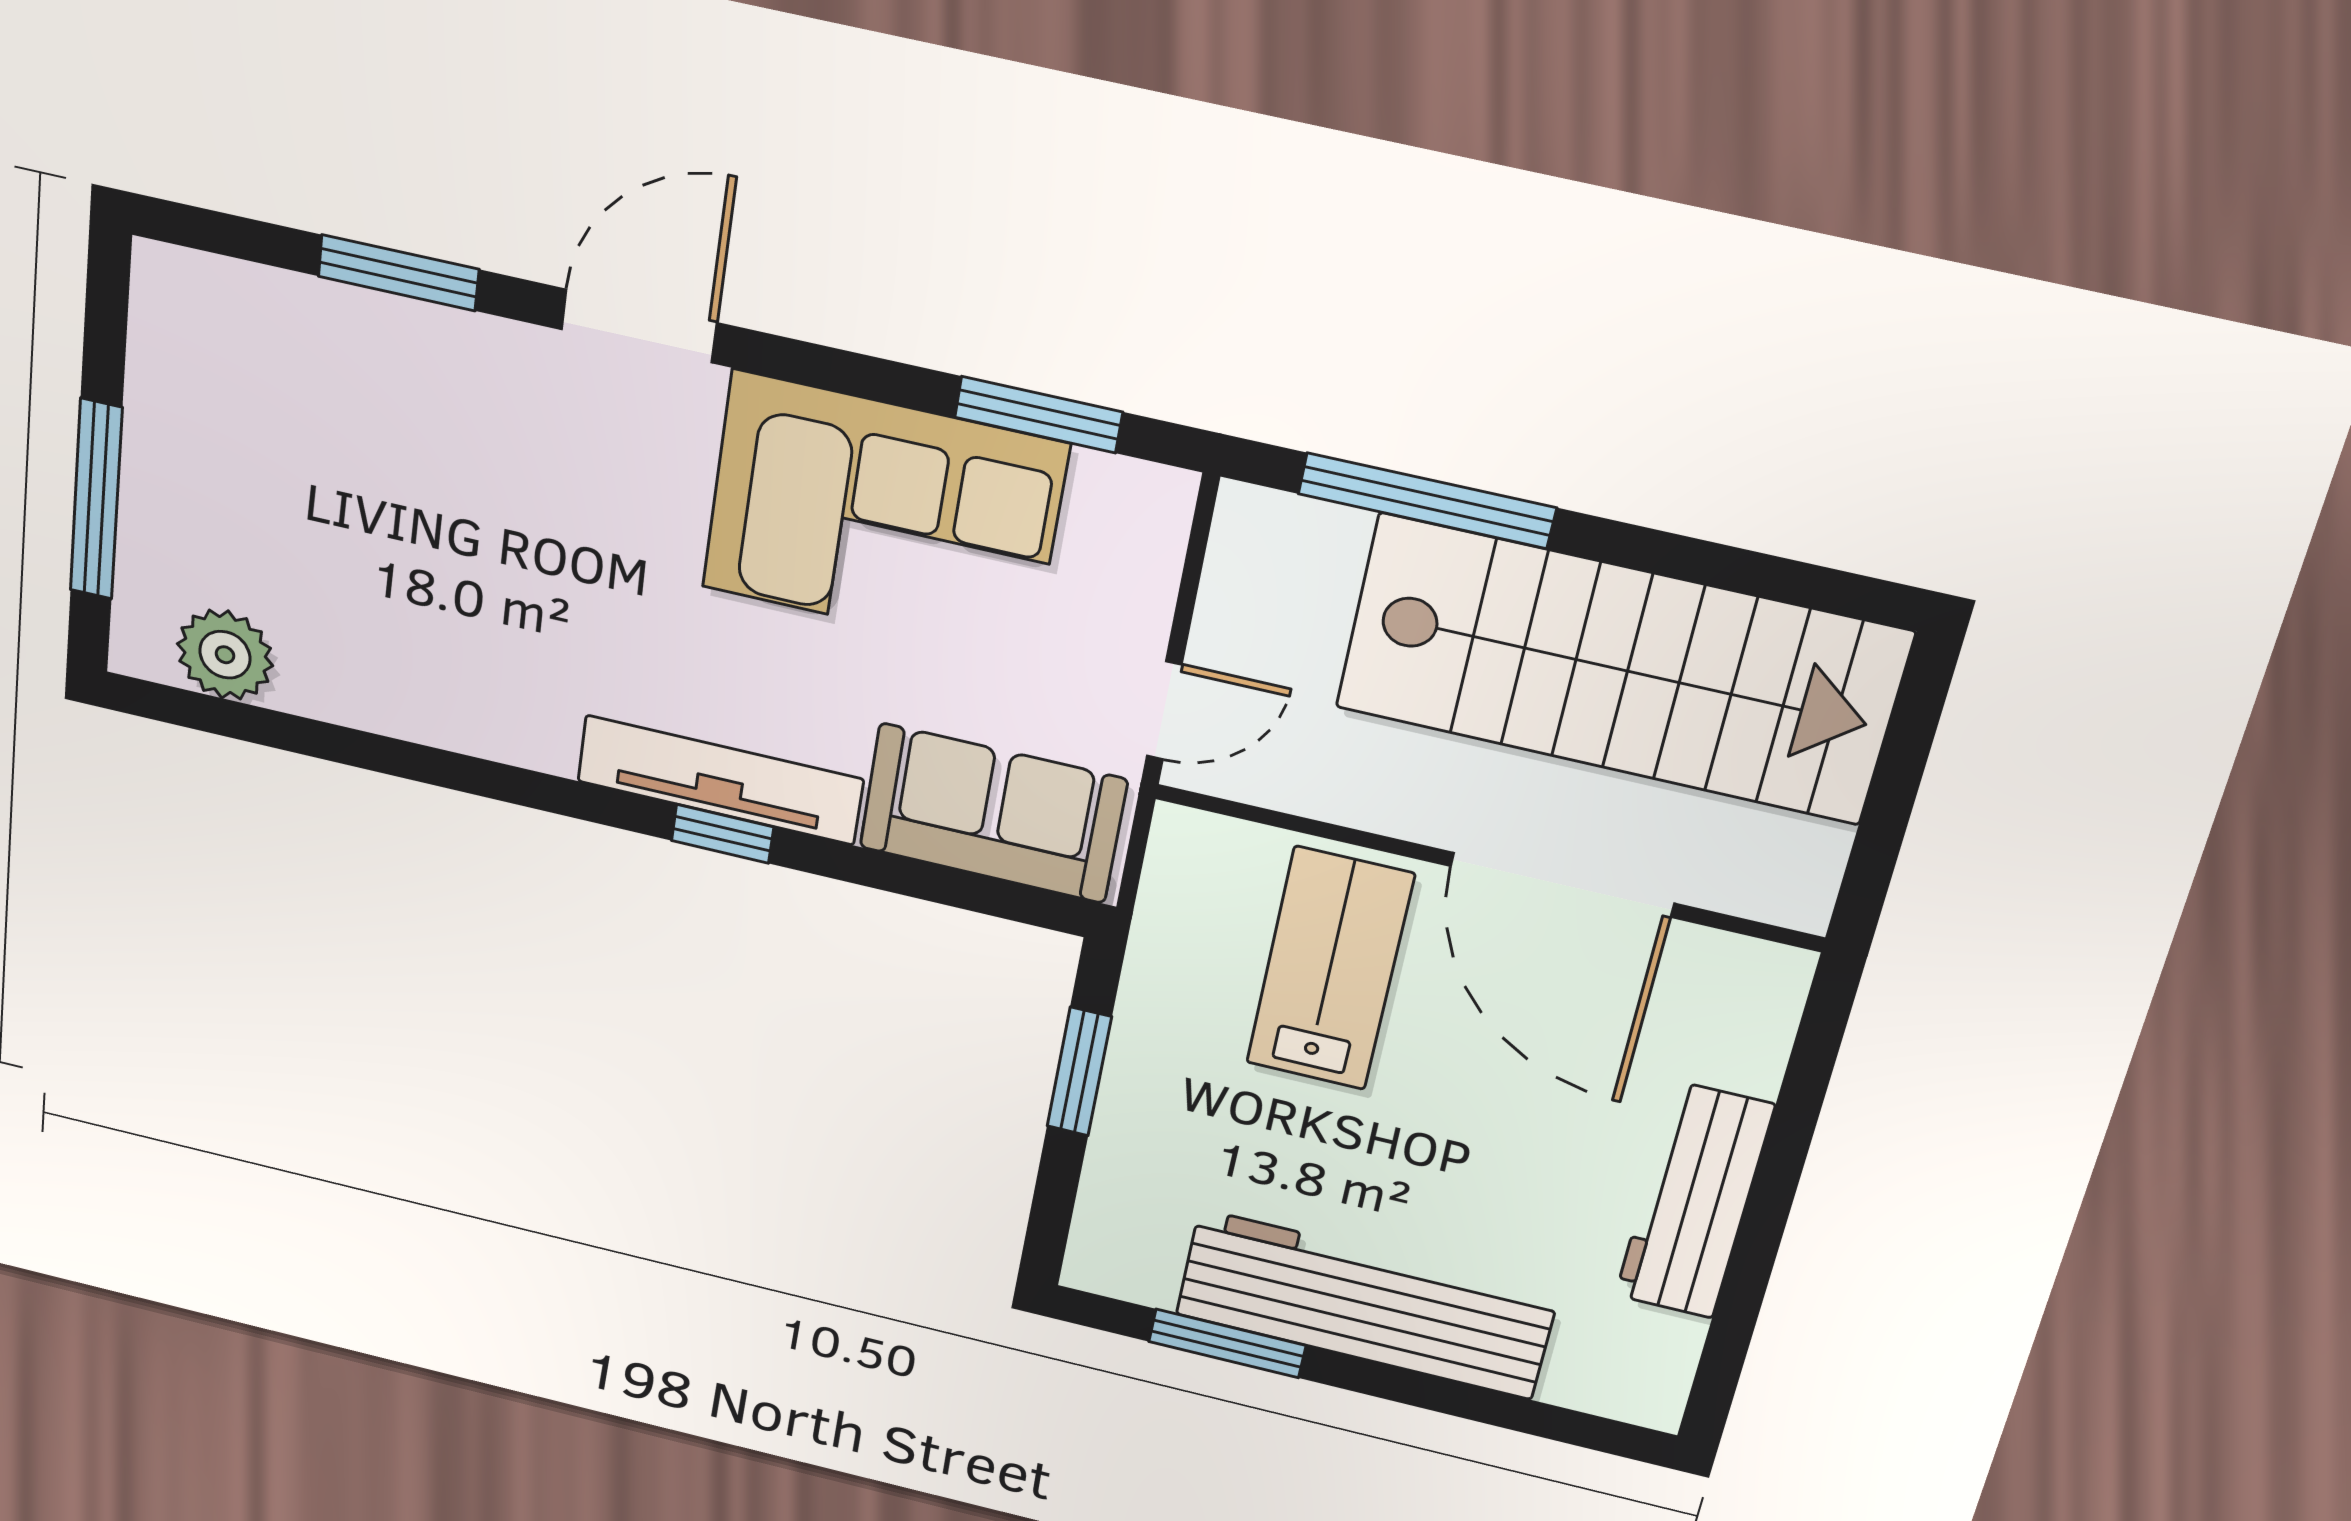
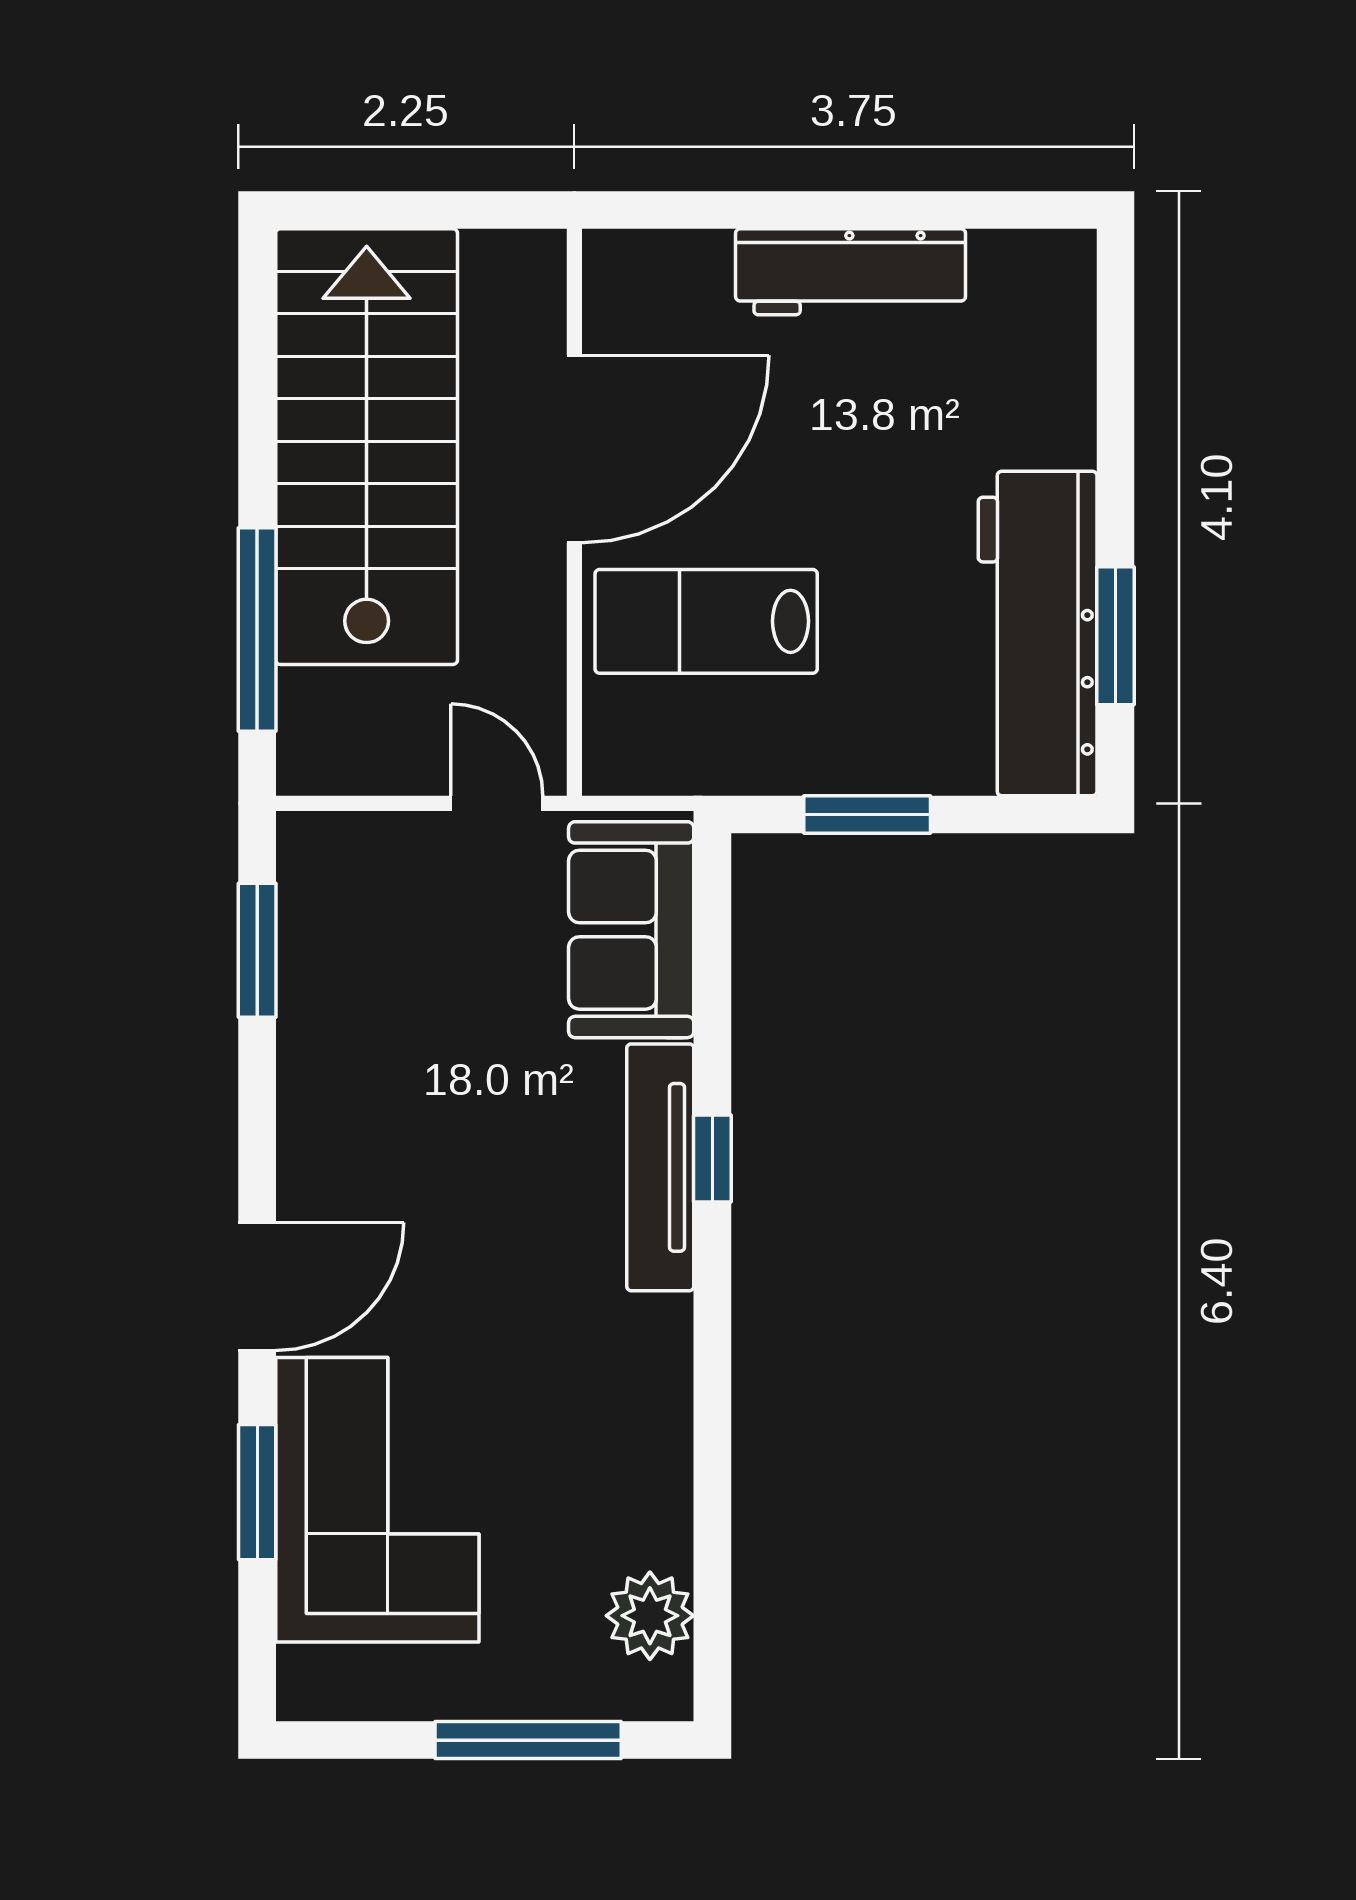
door: (639, 326) -> (257, 1286), swing flipped
corner sofa: (884, 516) -> (377, 1500), moved
workbench: (1366, 1304) -> (1038, 634), moved

